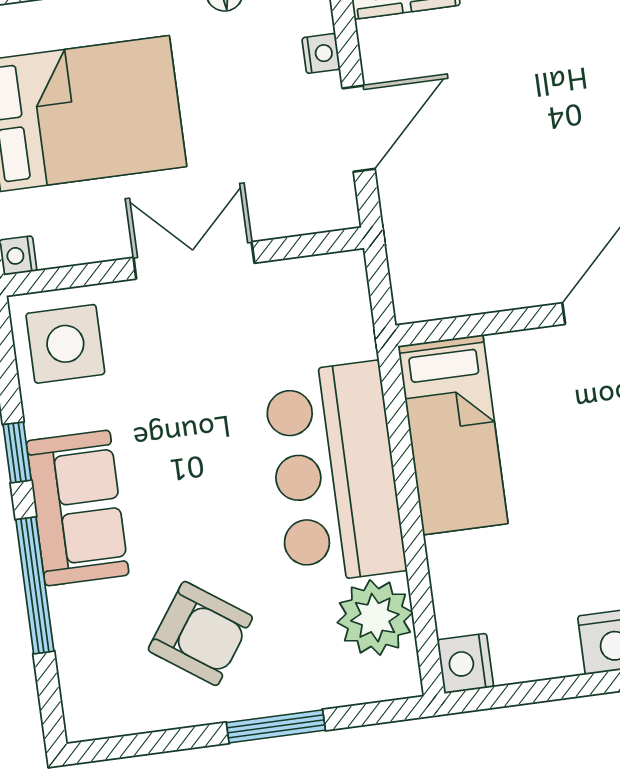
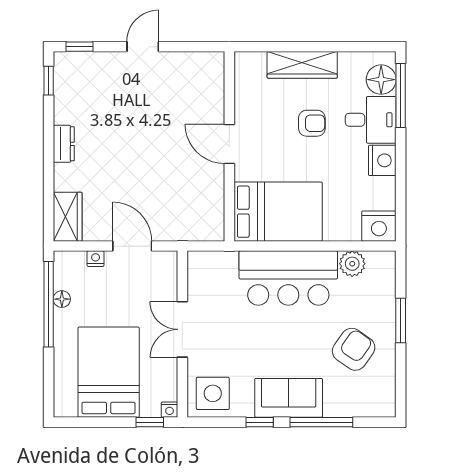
bed: (453, 435) -> (278, 212), width x1.50
plant: (375, 618) -> (352, 264), width x0.73, depth x0.73
nightstand: (465, 663) -> (379, 226), width x1.36, depth x1.33

